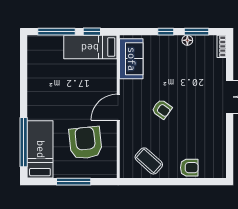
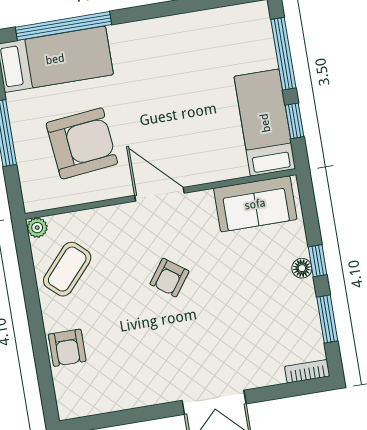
floor lamp: (187, 40) -> (302, 268), moved
plant: (125, 173) -> (37, 228), added

